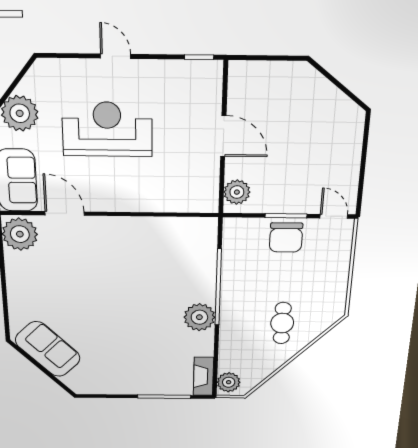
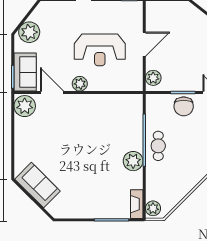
reception desk: (107, 129) -> (100, 50), moved, turned 180
door: (223, 136) -> (144, 44), hinge flipped
plant: (111, 200) -> (80, 84), added
cafe table: (282, 323) -> (158, 146), moved

